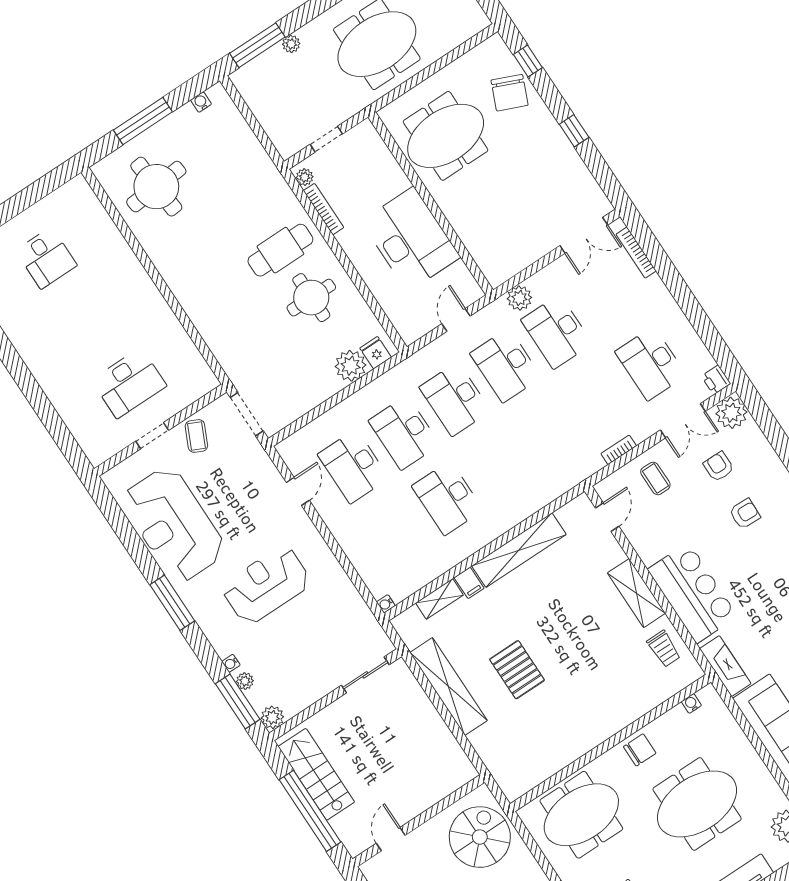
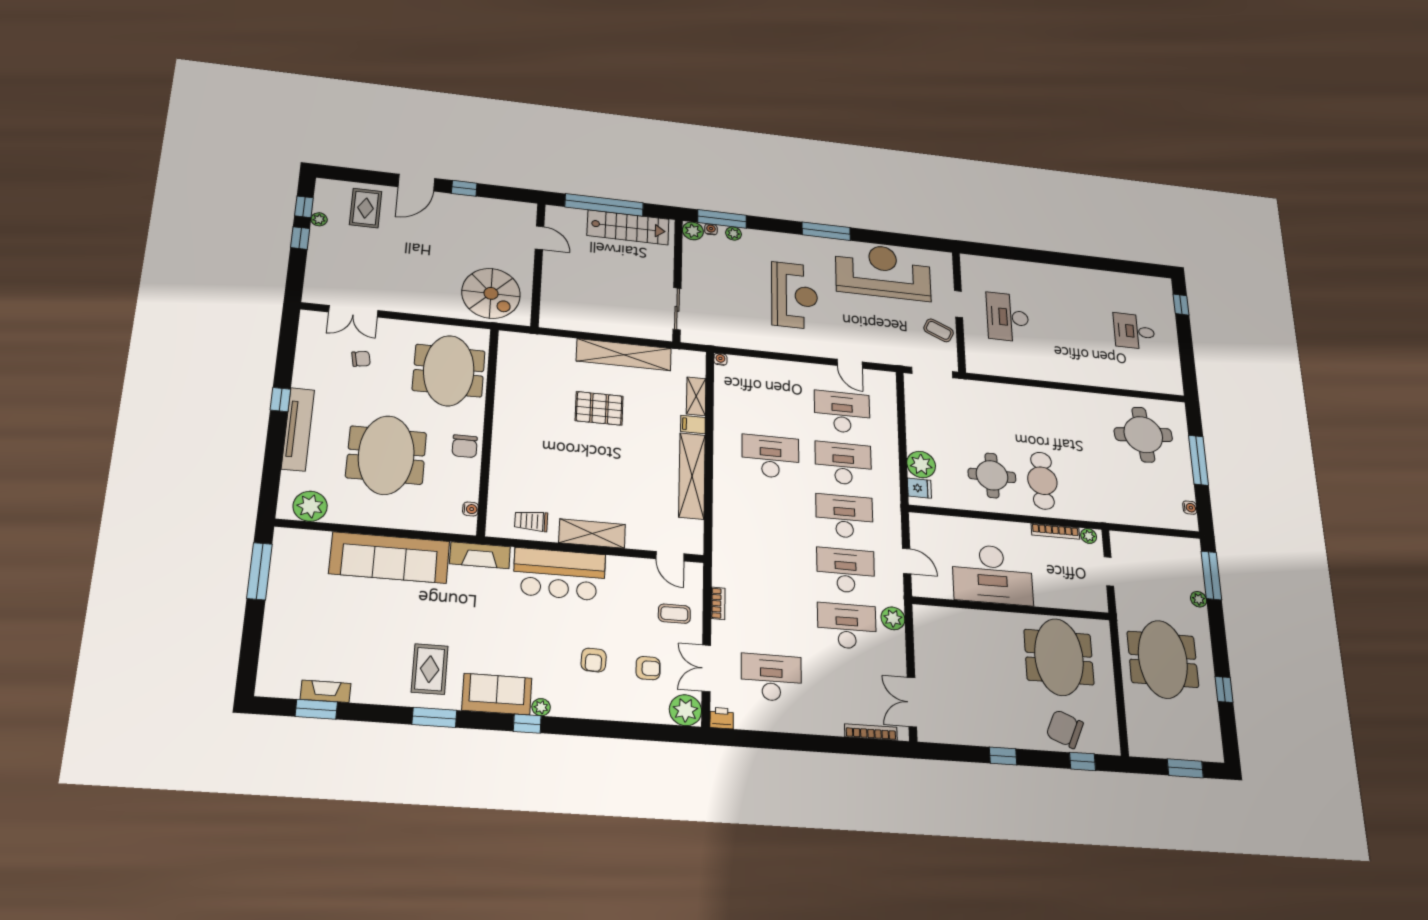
water cooler: (231, 663) -> (711, 229), moved

